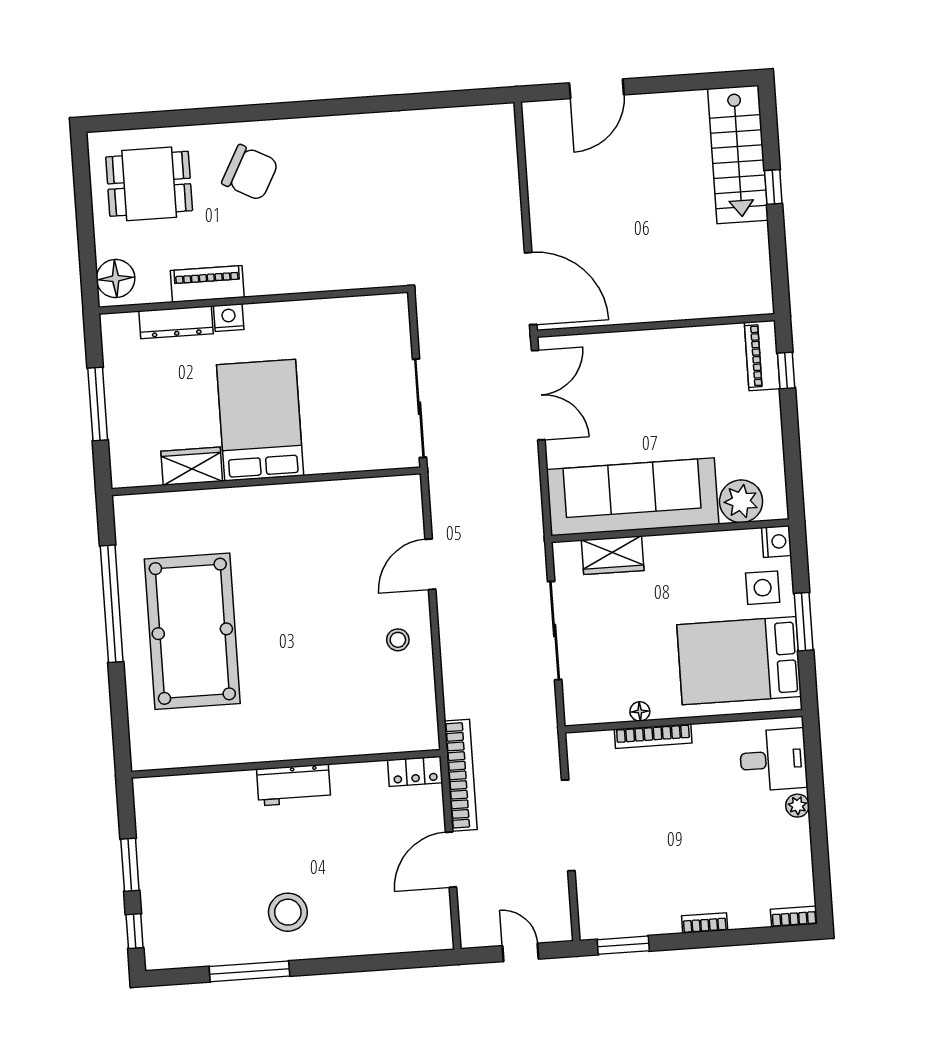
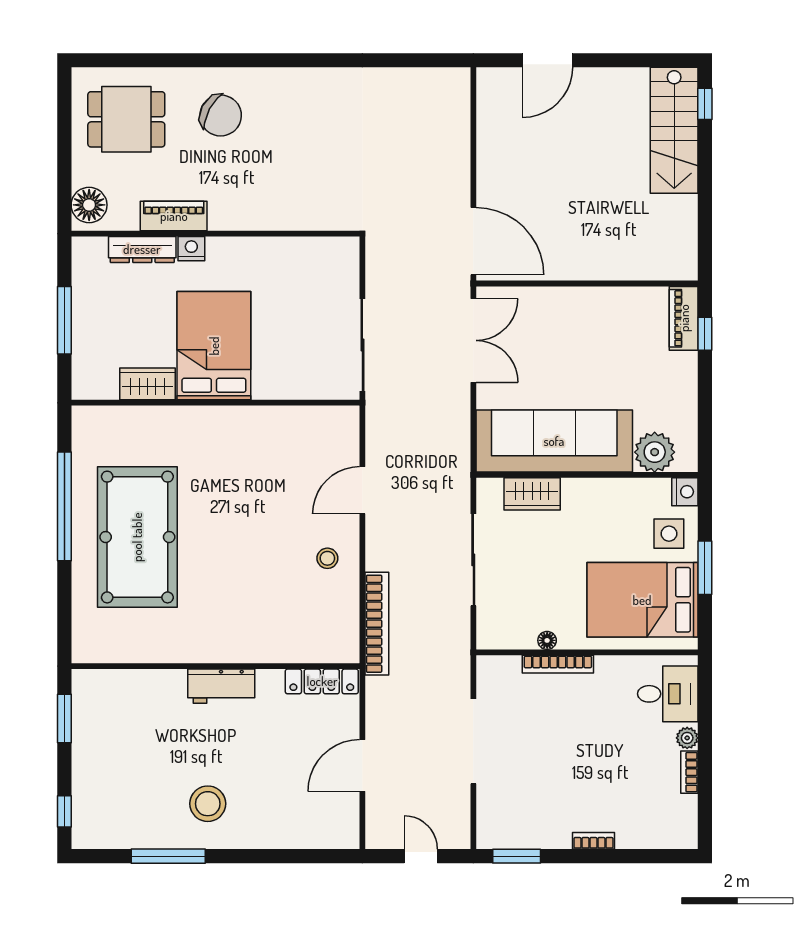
window: (773, 187) -> (705, 104), moved
locker: (415, 771) -> (322, 681), width x1.53
bookcase: (461, 775) -> (377, 624), moved
window: (130, 865) -> (64, 718), moved
bookcase: (794, 917) -> (689, 772), moved, turned -90

